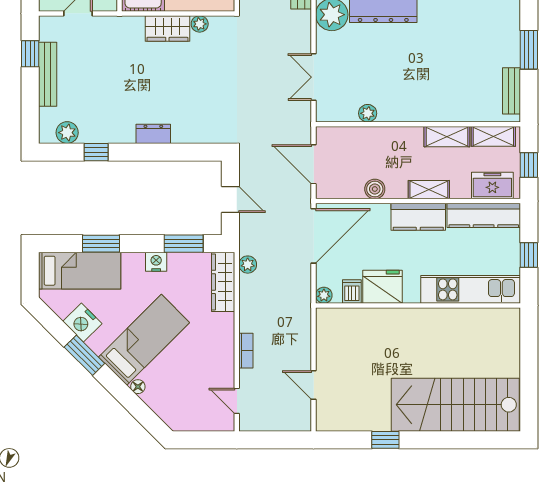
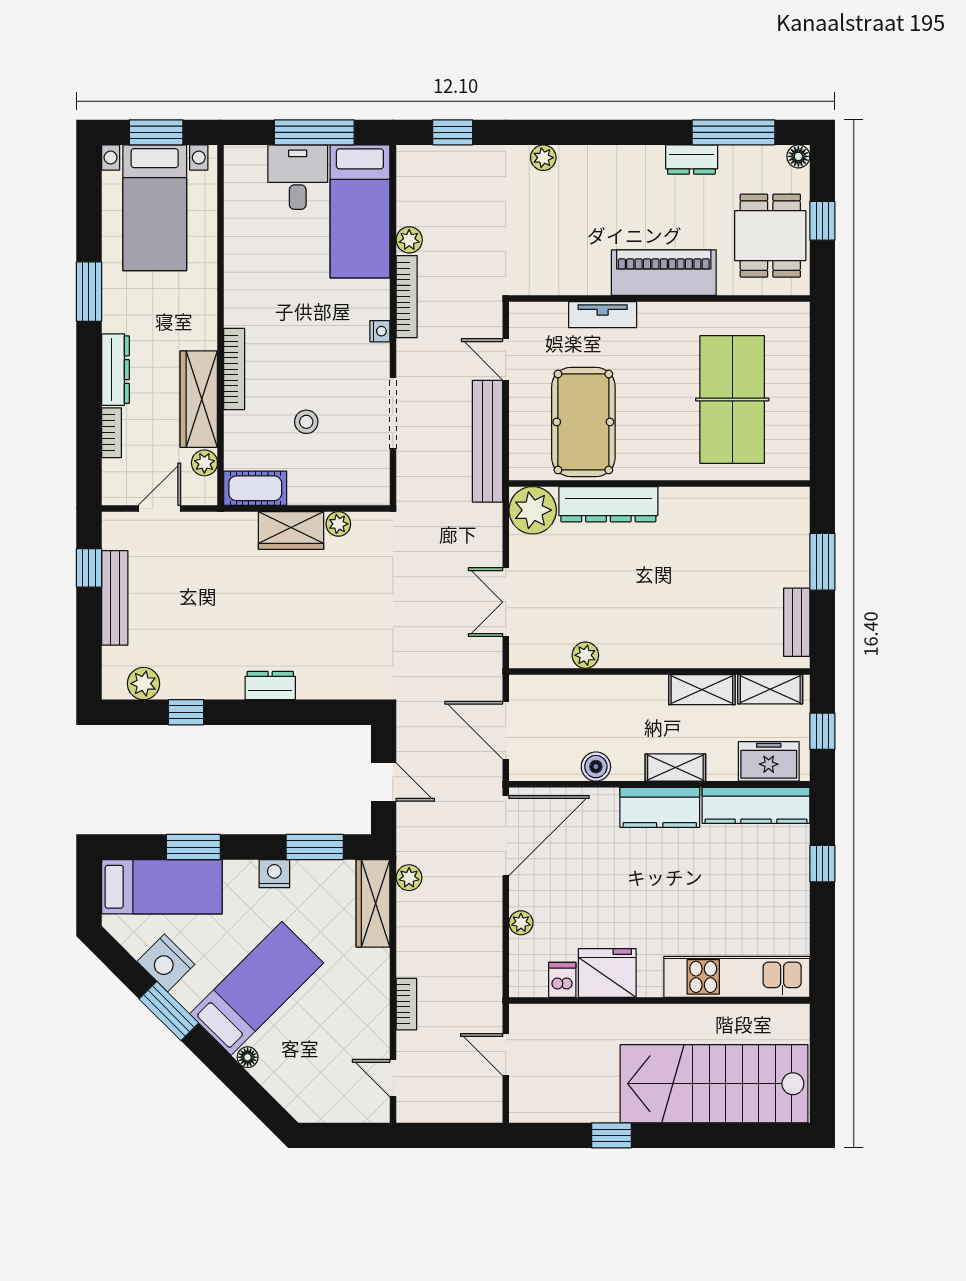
fridge: (383, 287) -> (607, 973), moved
kitchen unit: (471, 289) -> (737, 977), moved
dishwasher: (352, 292) -> (562, 980), moved
wall: (418, 306) -> (659, 1001), moved

